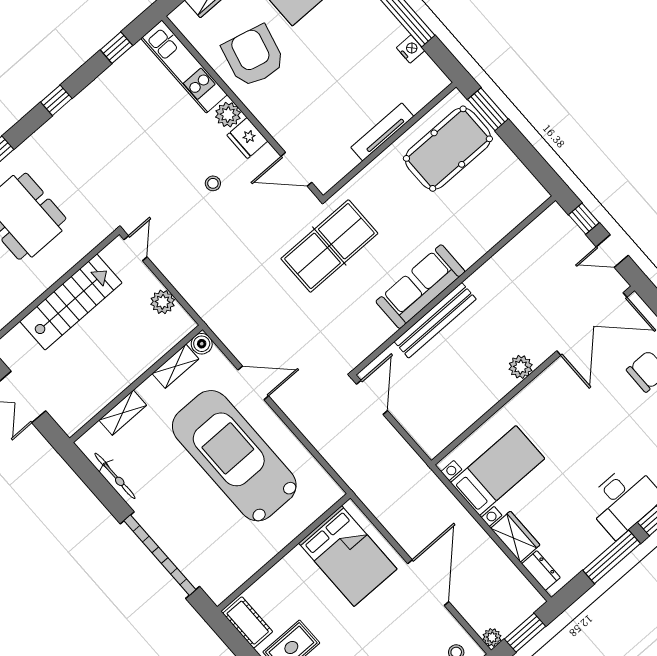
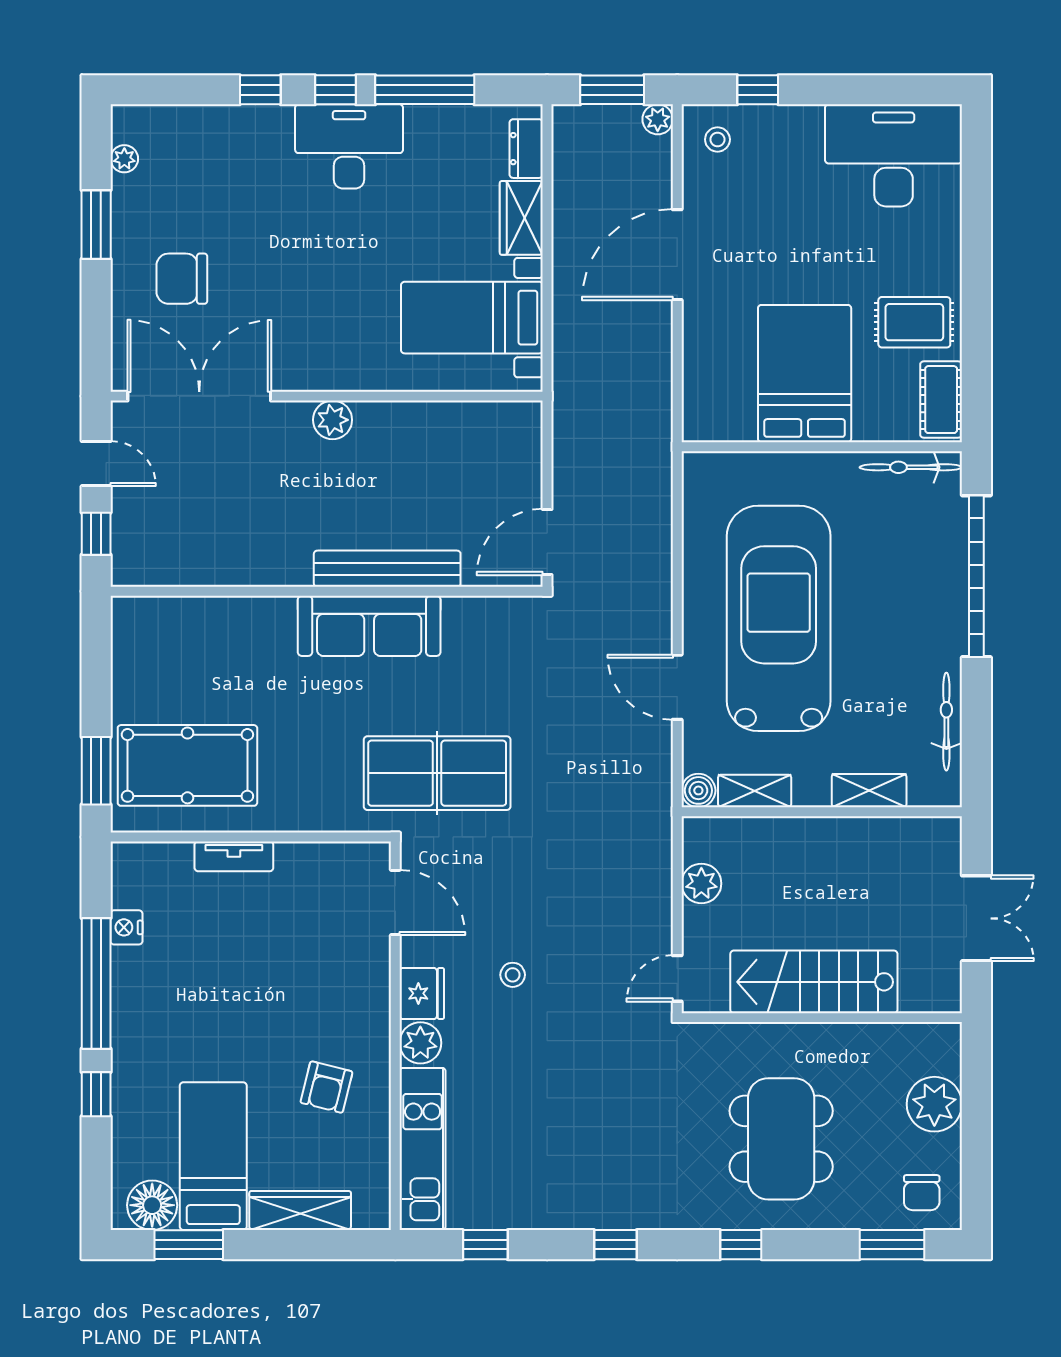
armchair: (254, 56) -> (326, 1087), width x0.53, depth x0.53
tv unit: (382, 132) -> (234, 856), width x0.71
car: (234, 456) -> (779, 618), turned 180
bed: (348, 556) -> (805, 374), moved
bicycle: (234, 579) -> (911, 467), added

